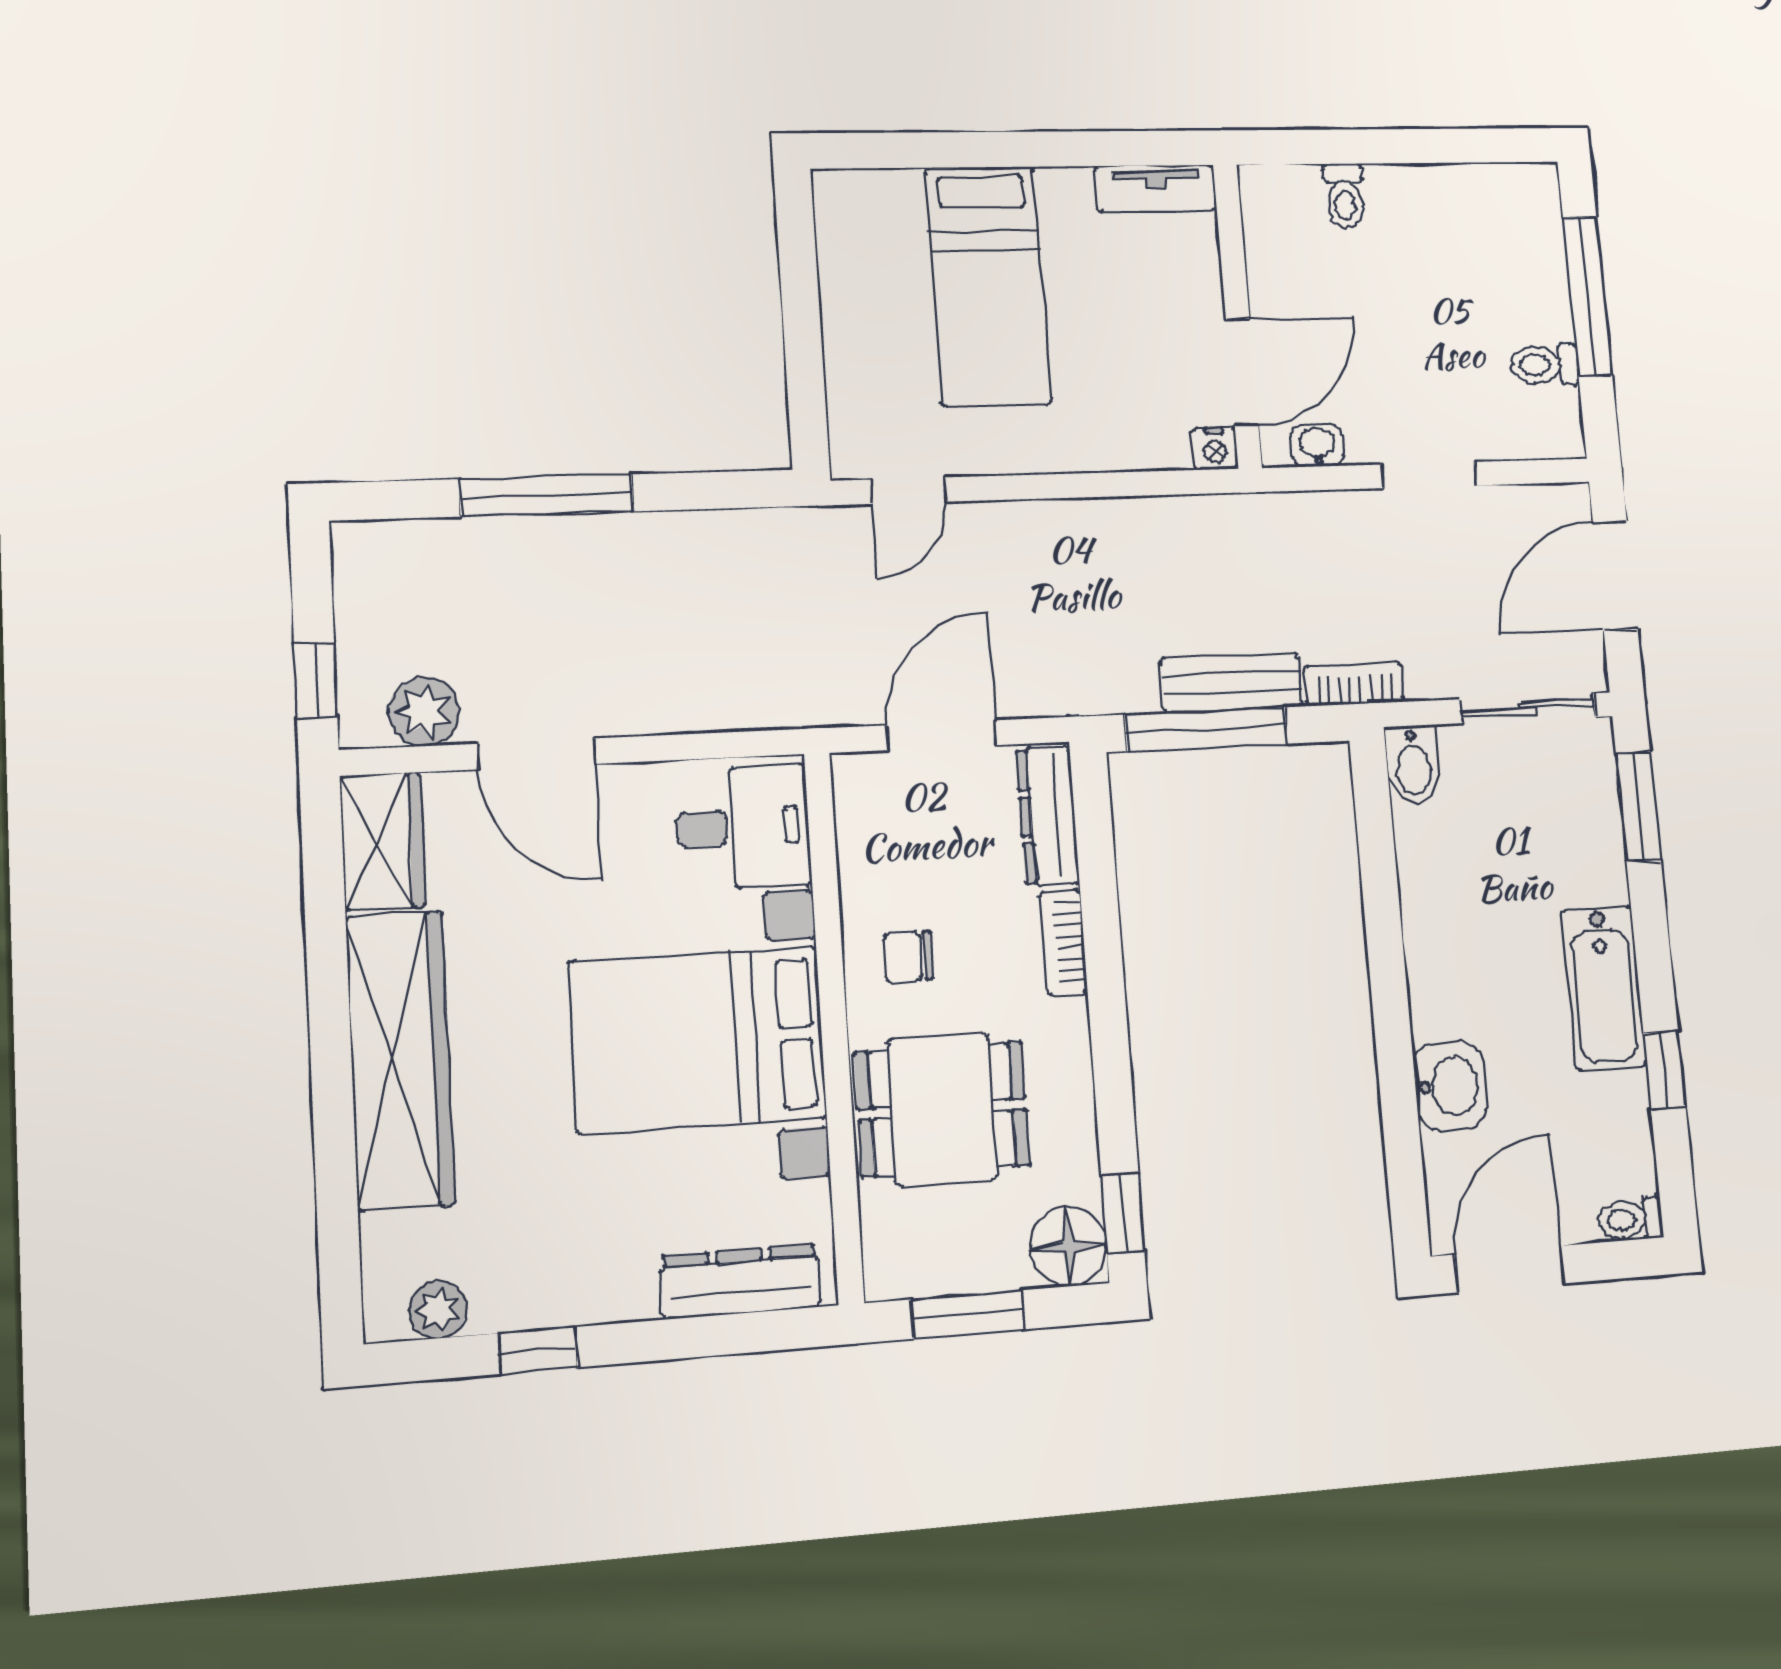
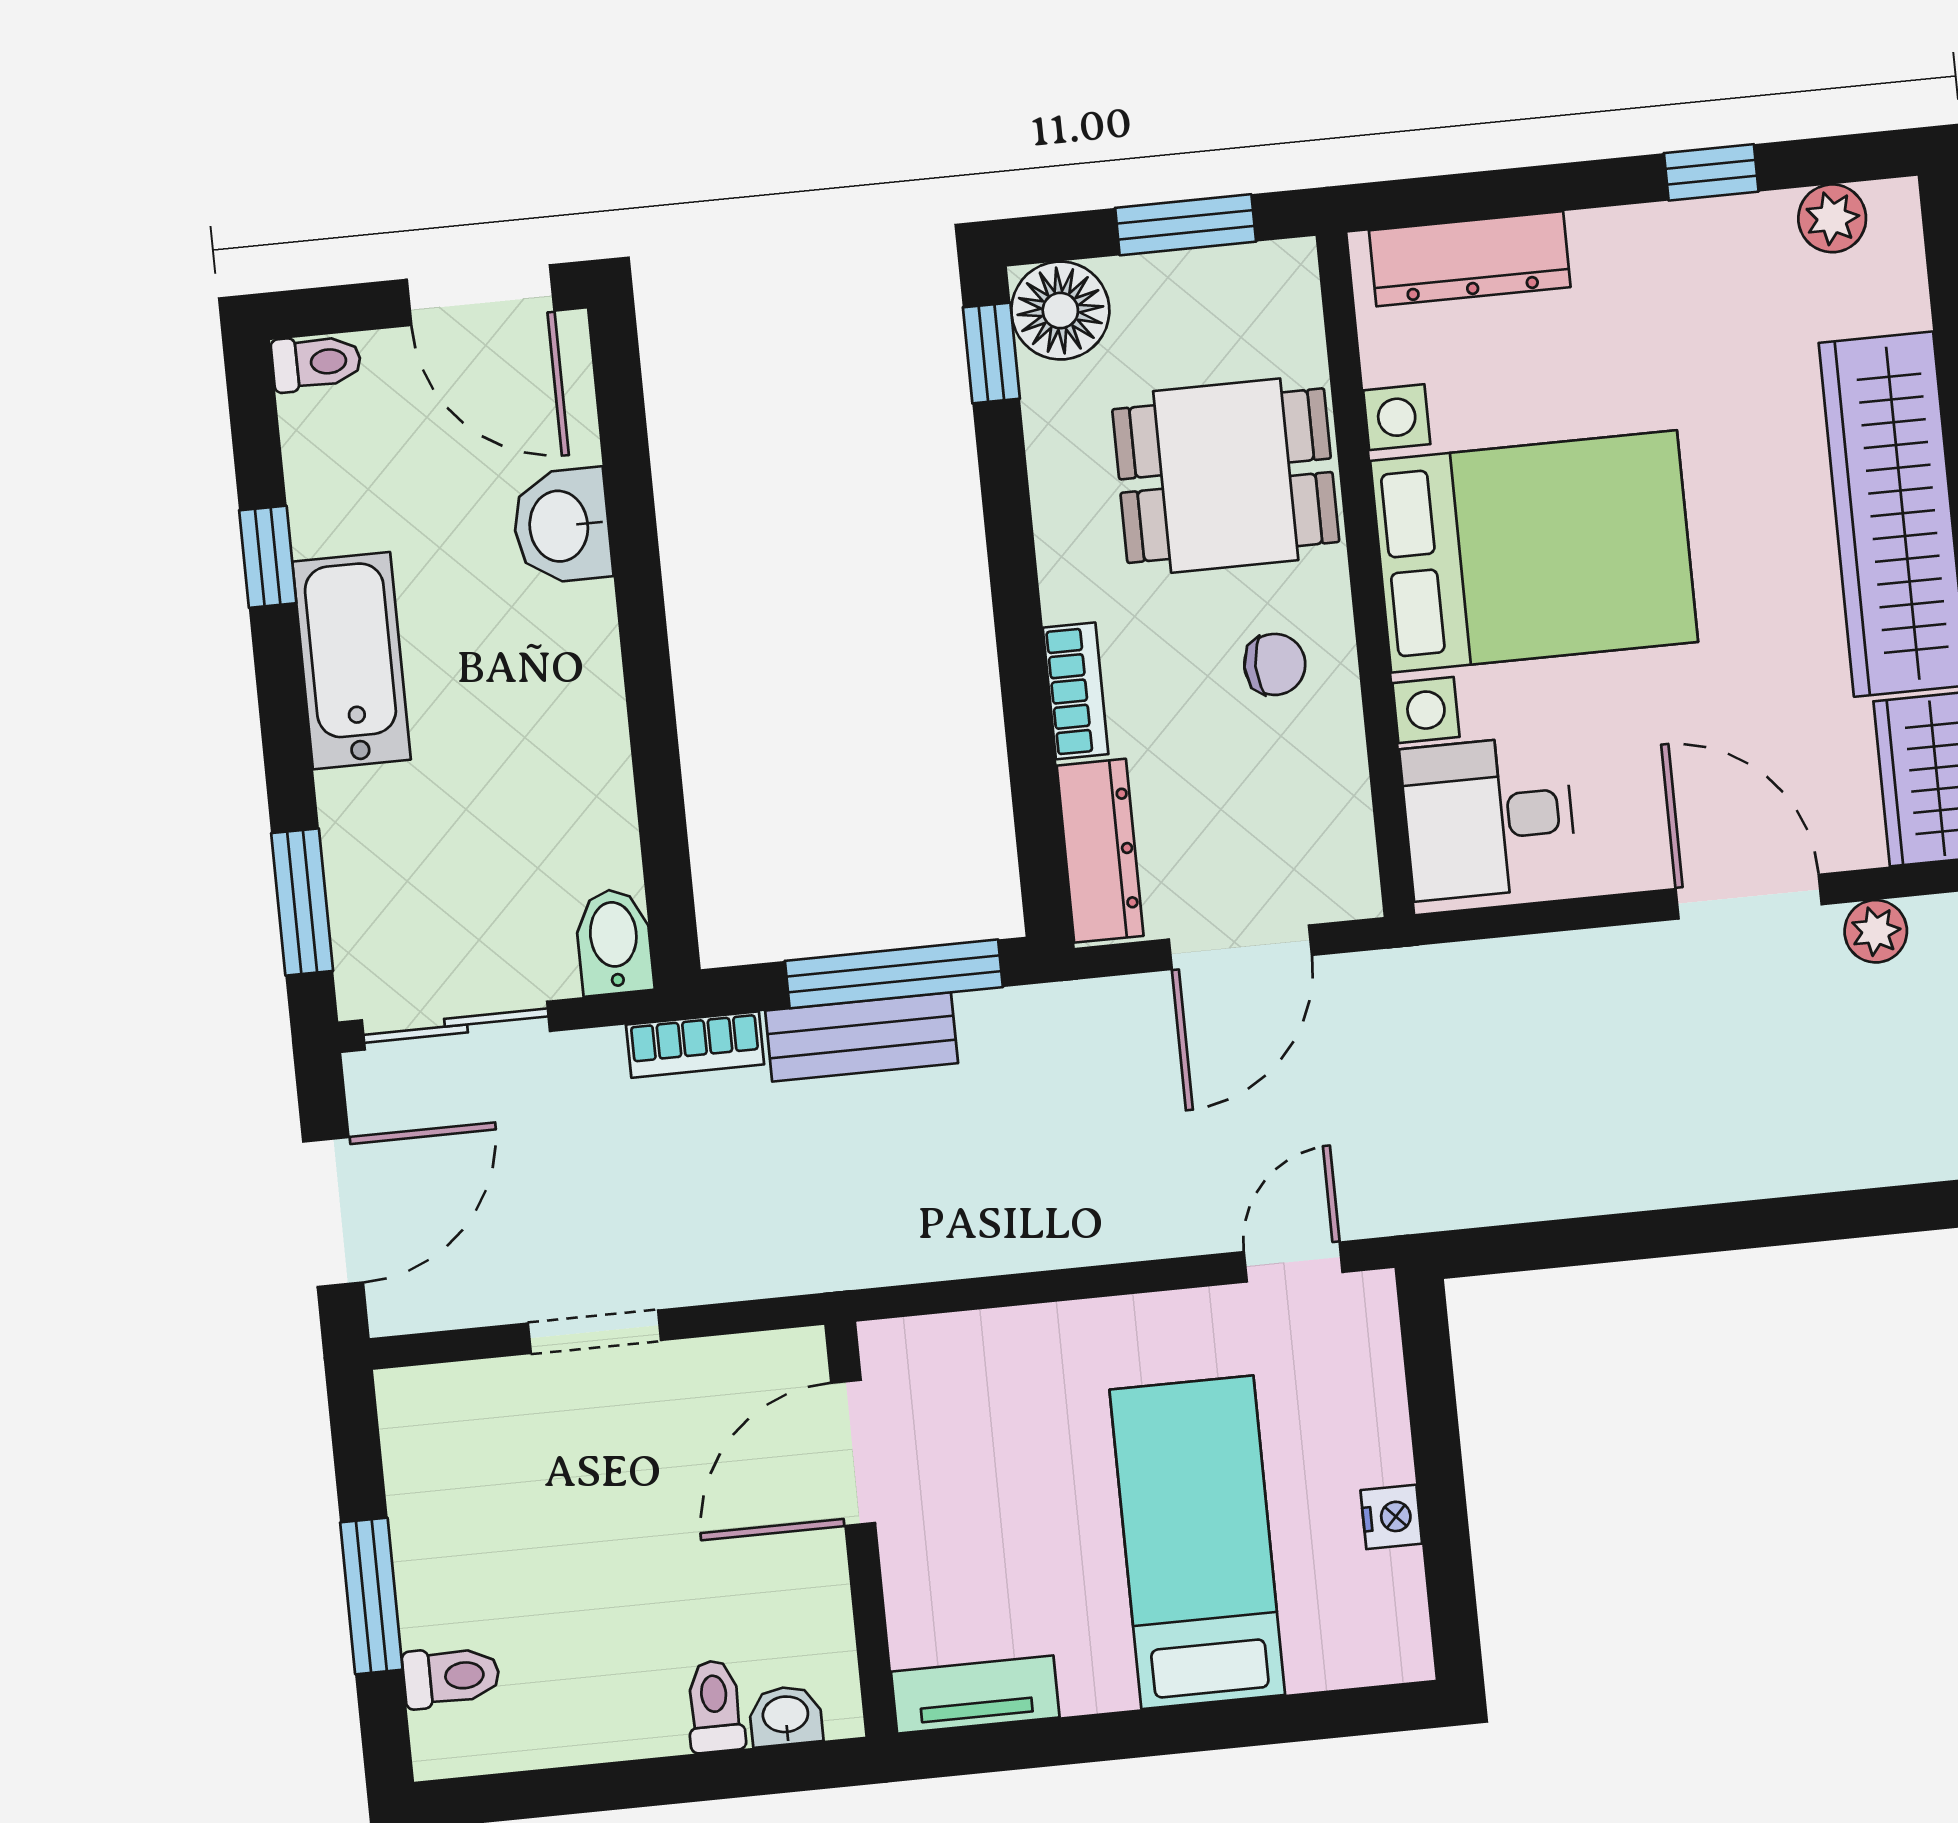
window: (1587, 296) -> (371, 1596), width x0.69
toilet: (1544, 365) -> (451, 1677), moved
washbasin: (1318, 445) -> (786, 1716), moved, turned 180
nightstand: (1215, 449) -> (1391, 1517), moved, turned 90
window: (547, 495) -> (1753, 1224), removed
plant: (424, 712) -> (1876, 931), width x0.73, depth x0.73
door: (1509, 1269) -> (481, 295), hinge flipped

